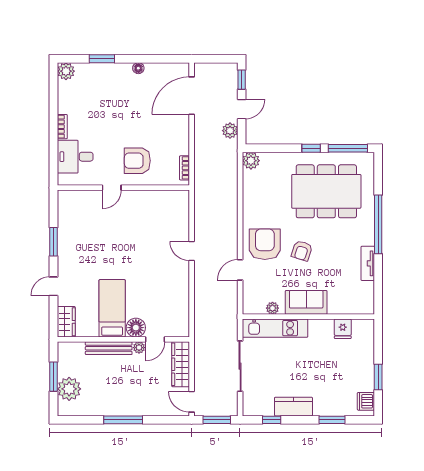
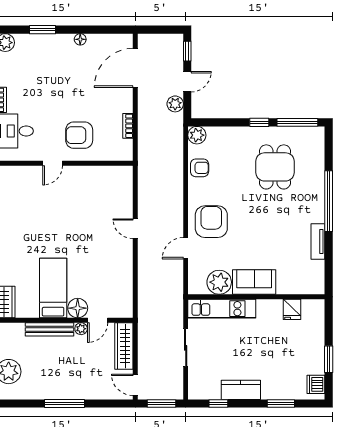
bookcase: (184, 168) -> (128, 126), moved
dining table: (326, 191) -> (275, 167), width x0.53, depth x0.80
armchair: (302, 251) -> (200, 168), moved, turned -108
plant: (272, 308) -> (219, 282), width x1.87, depth x1.87
sliding door: (240, 366) -> (186, 348), width x0.73

